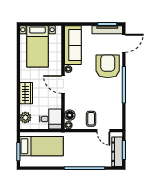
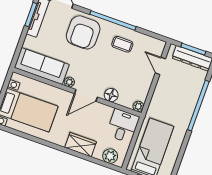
armchair: (108, 66) -> (83, 32), turned -90
floor lamp: (70, 115) -> (111, 95), moved
coffee table: (91, 119) -> (122, 44), moved
door: (103, 131) -> (160, 66), swing flipped

